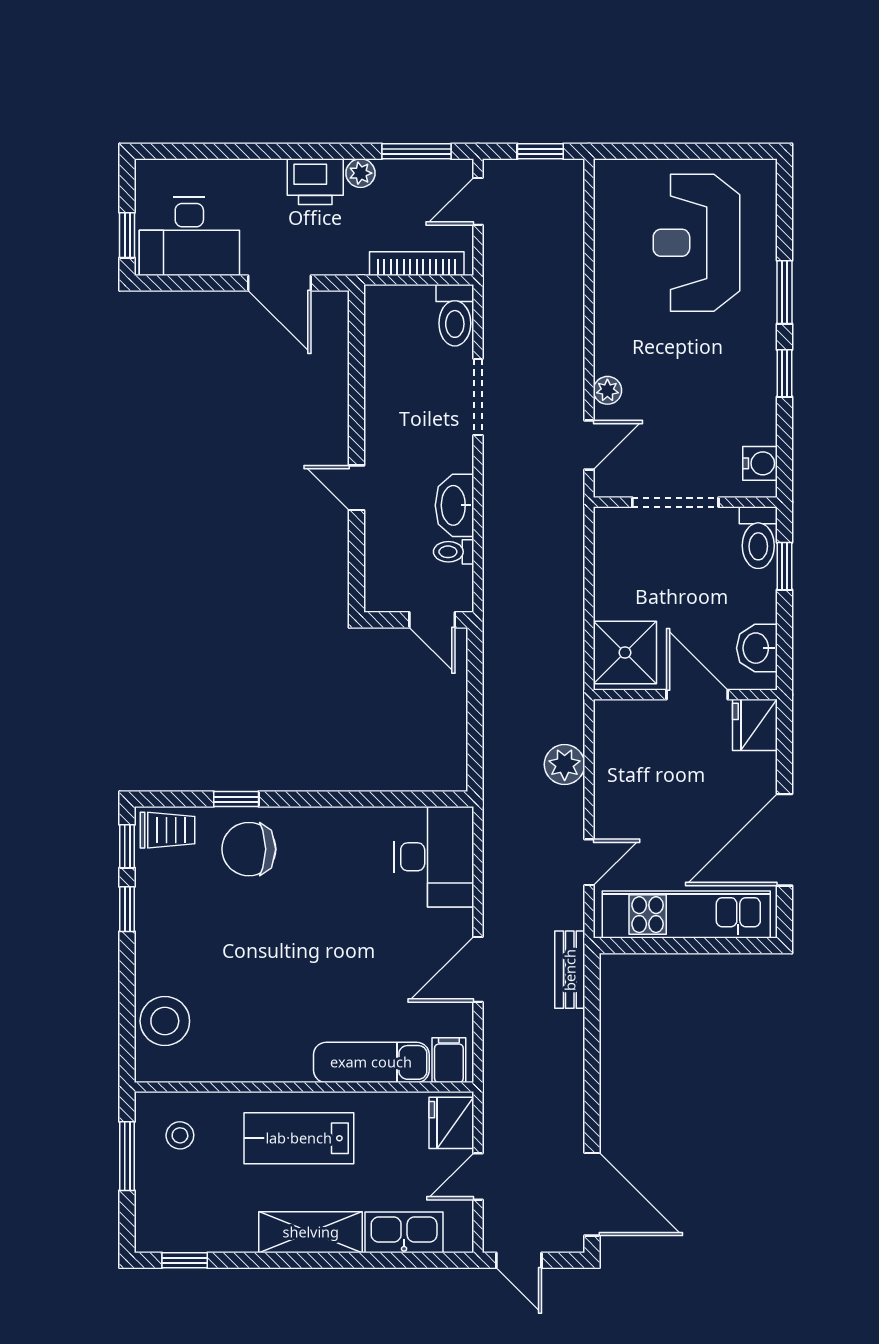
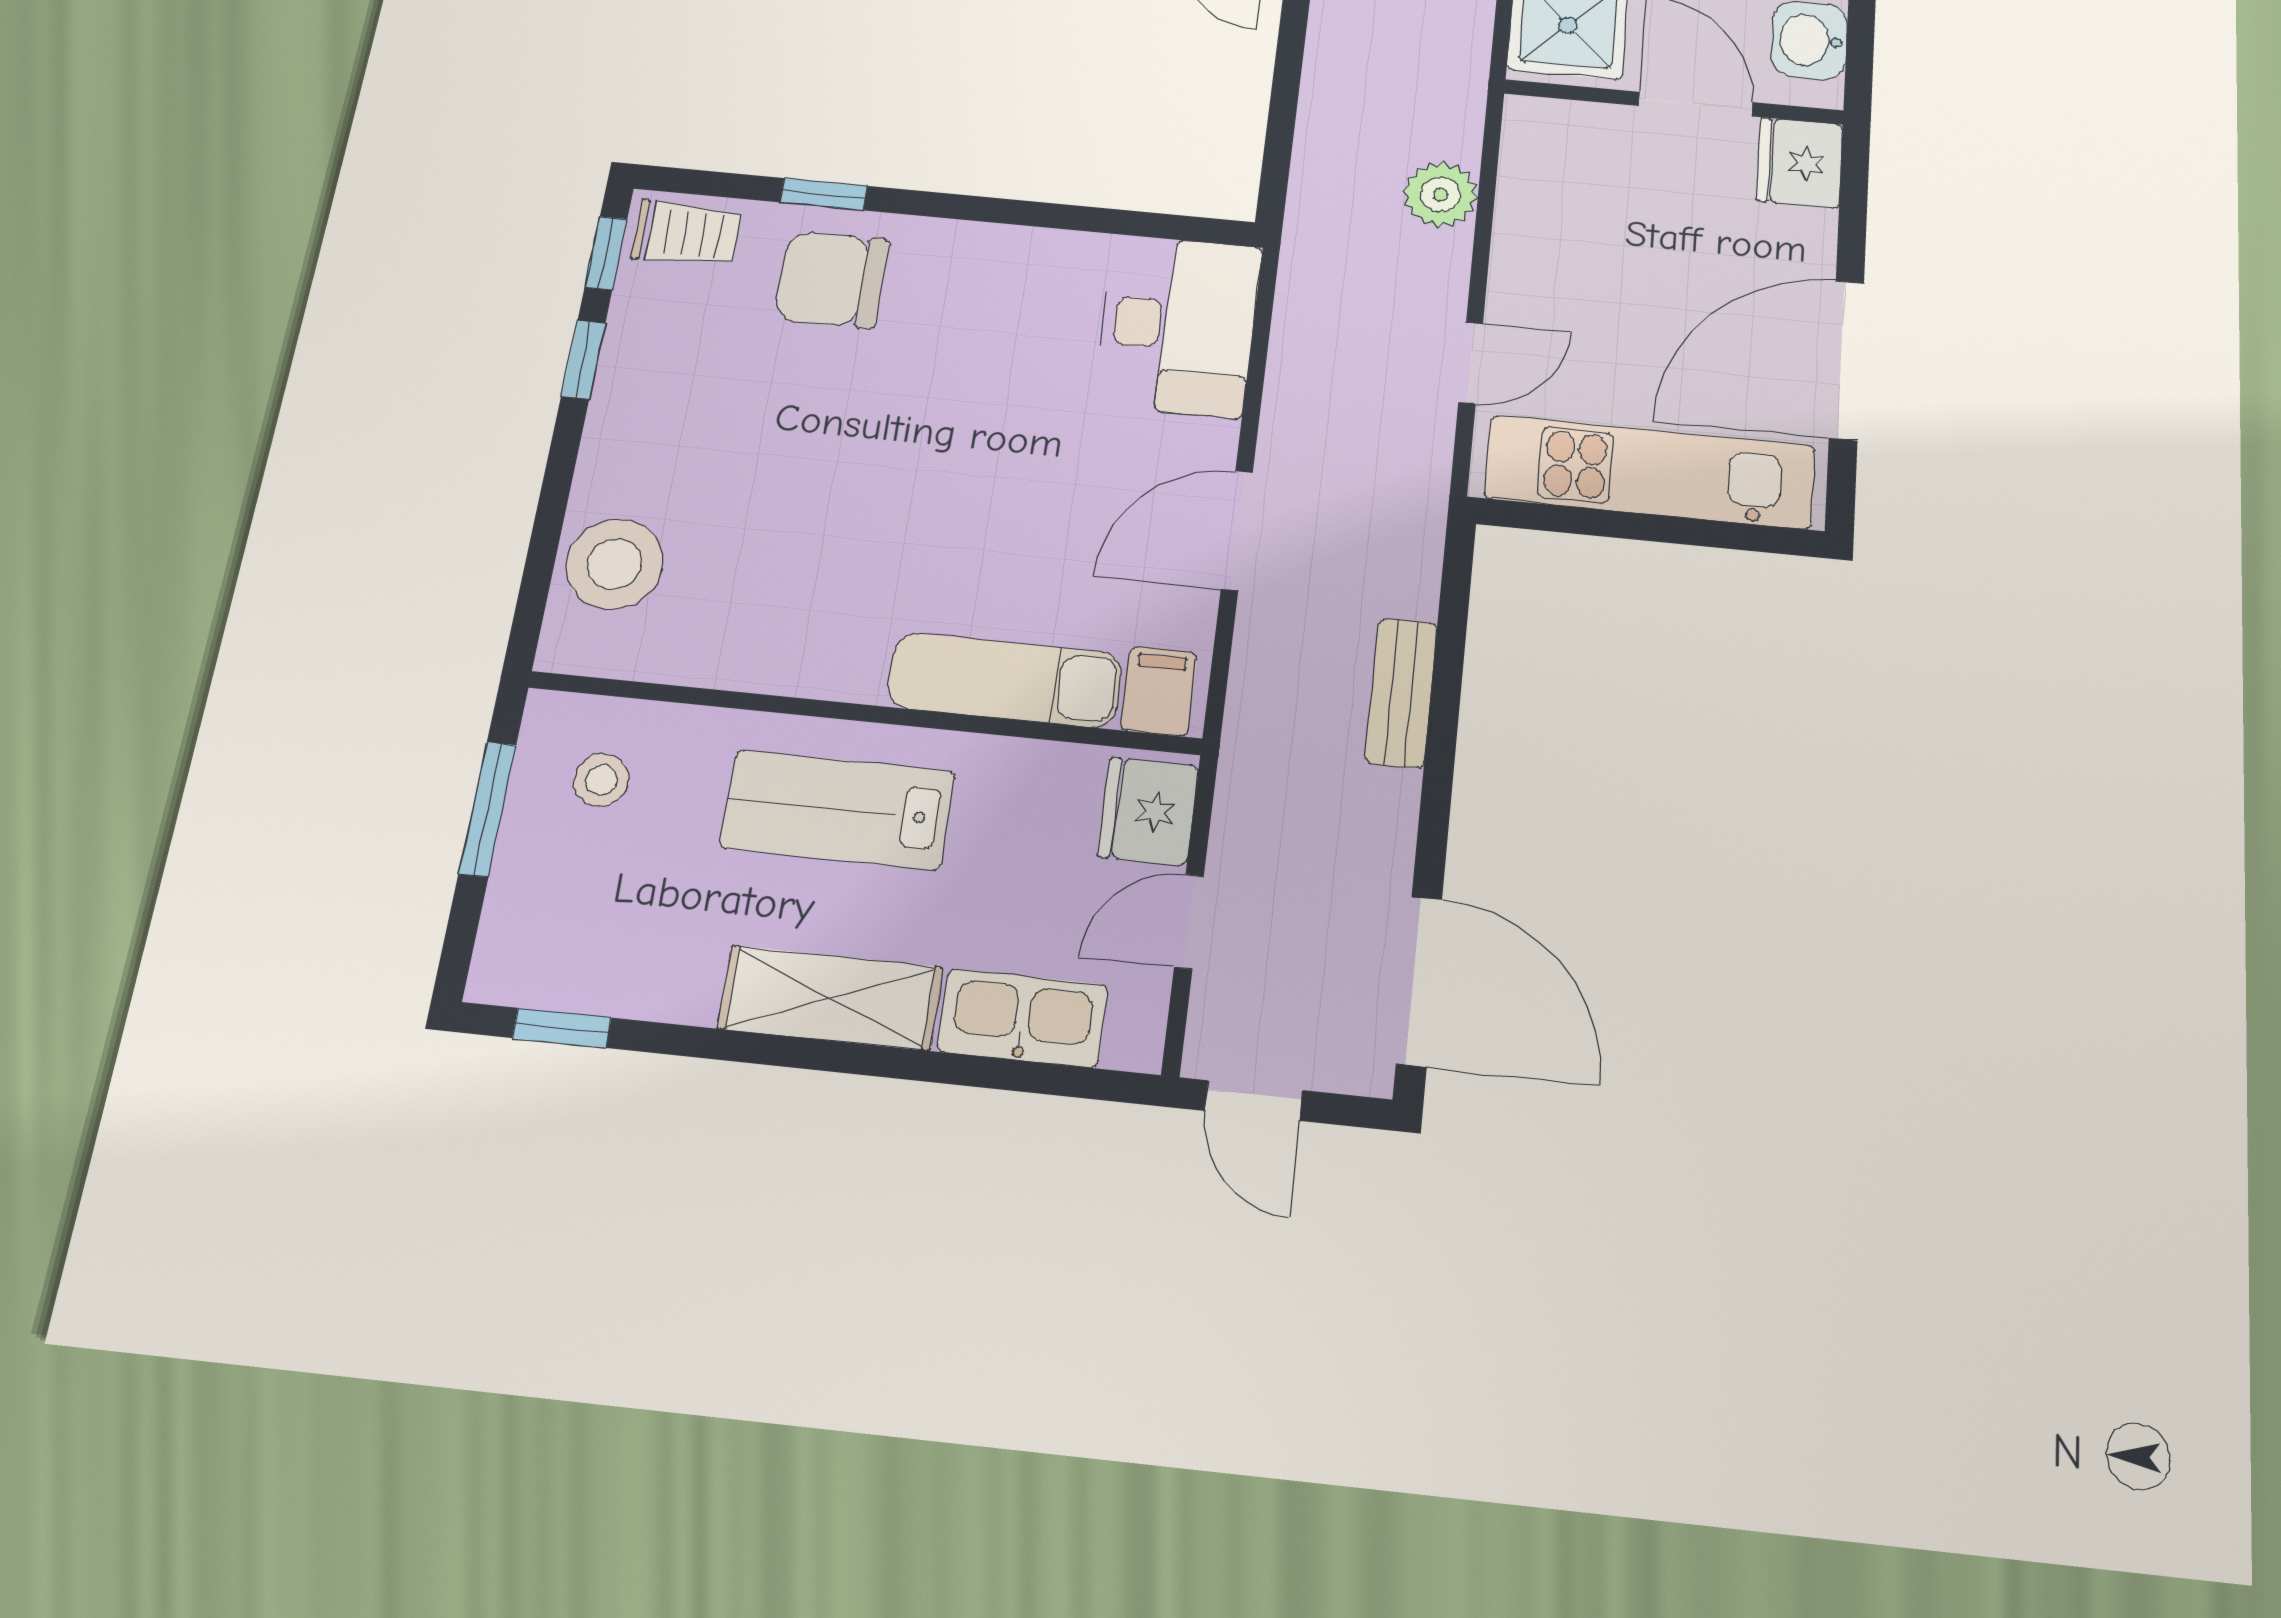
bench: (570, 970) -> (1401, 693), moved

